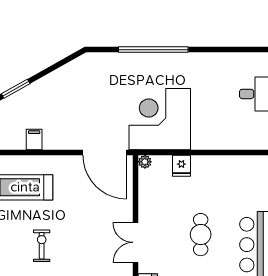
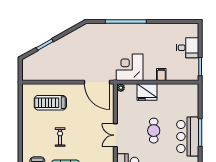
corner desk: (160, 119) -> (130, 67), width x0.74, depth x0.74
filing cabinet: (34, 139) -> (161, 74), moved
fridge: (181, 166) -> (147, 92), width x1.88, depth x1.34

